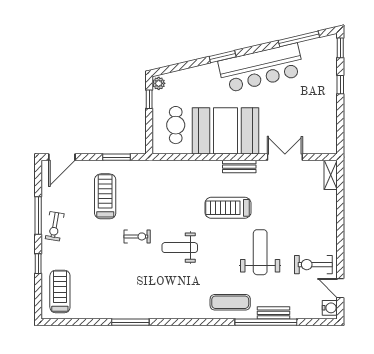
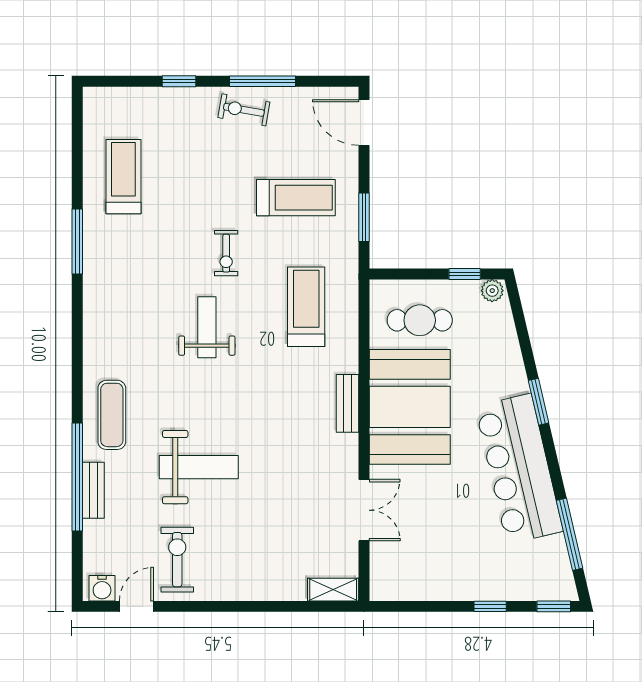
bench: (239, 167) -> (348, 403), moved
treadmill: (228, 208) -> (306, 307), moved
treadmill: (60, 291) -> (123, 177), moved, turned -90

